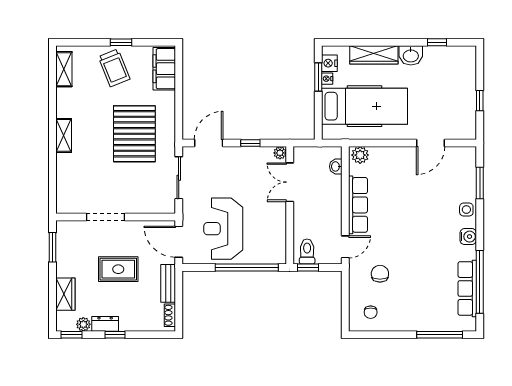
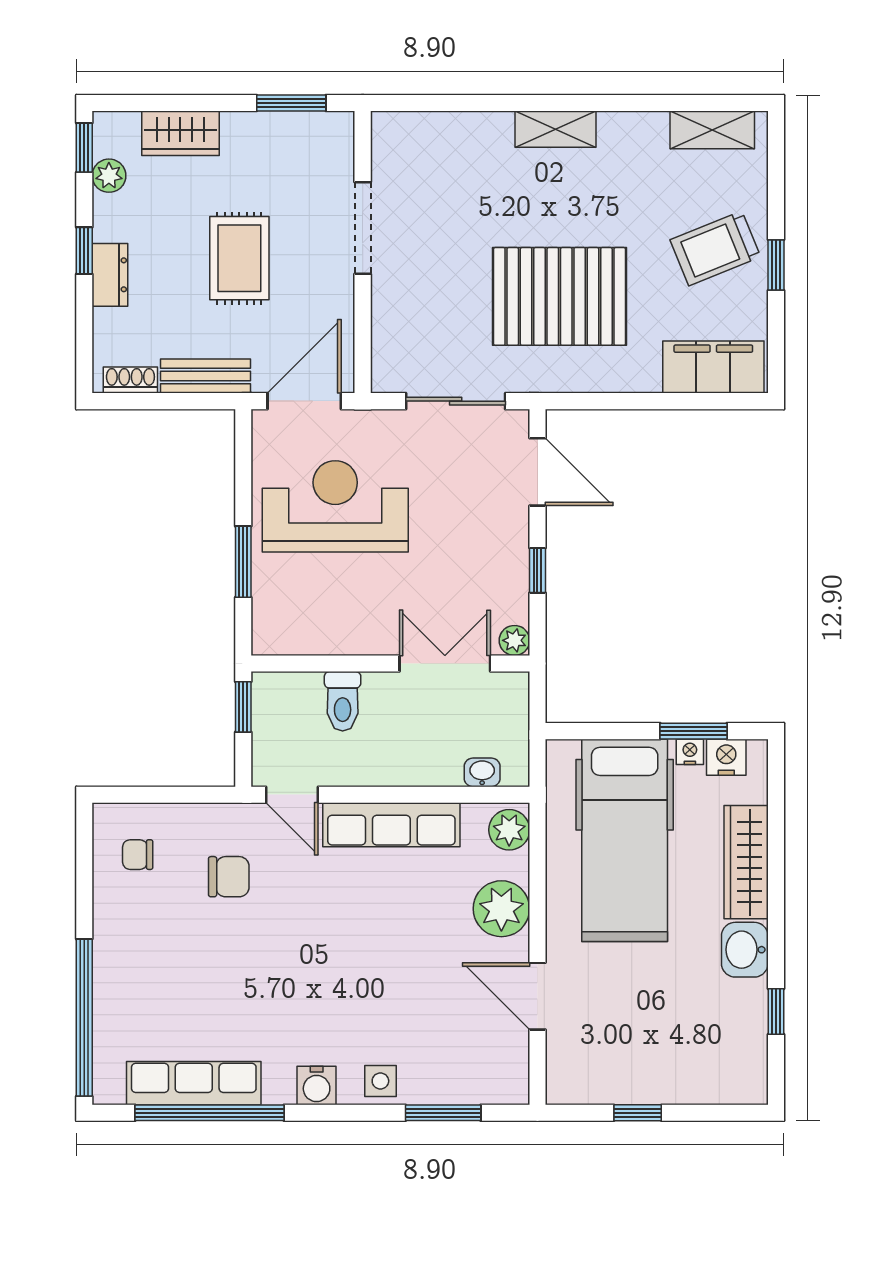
plant: (393, 158) -> (501, 909), added
toilet: (307, 252) -> (343, 701), moved, turned 90
window: (247, 268) -> (243, 562), width x0.47
dresser: (105, 324) -> (110, 275), moved
window: (440, 335) -> (84, 1018), width x1.46

